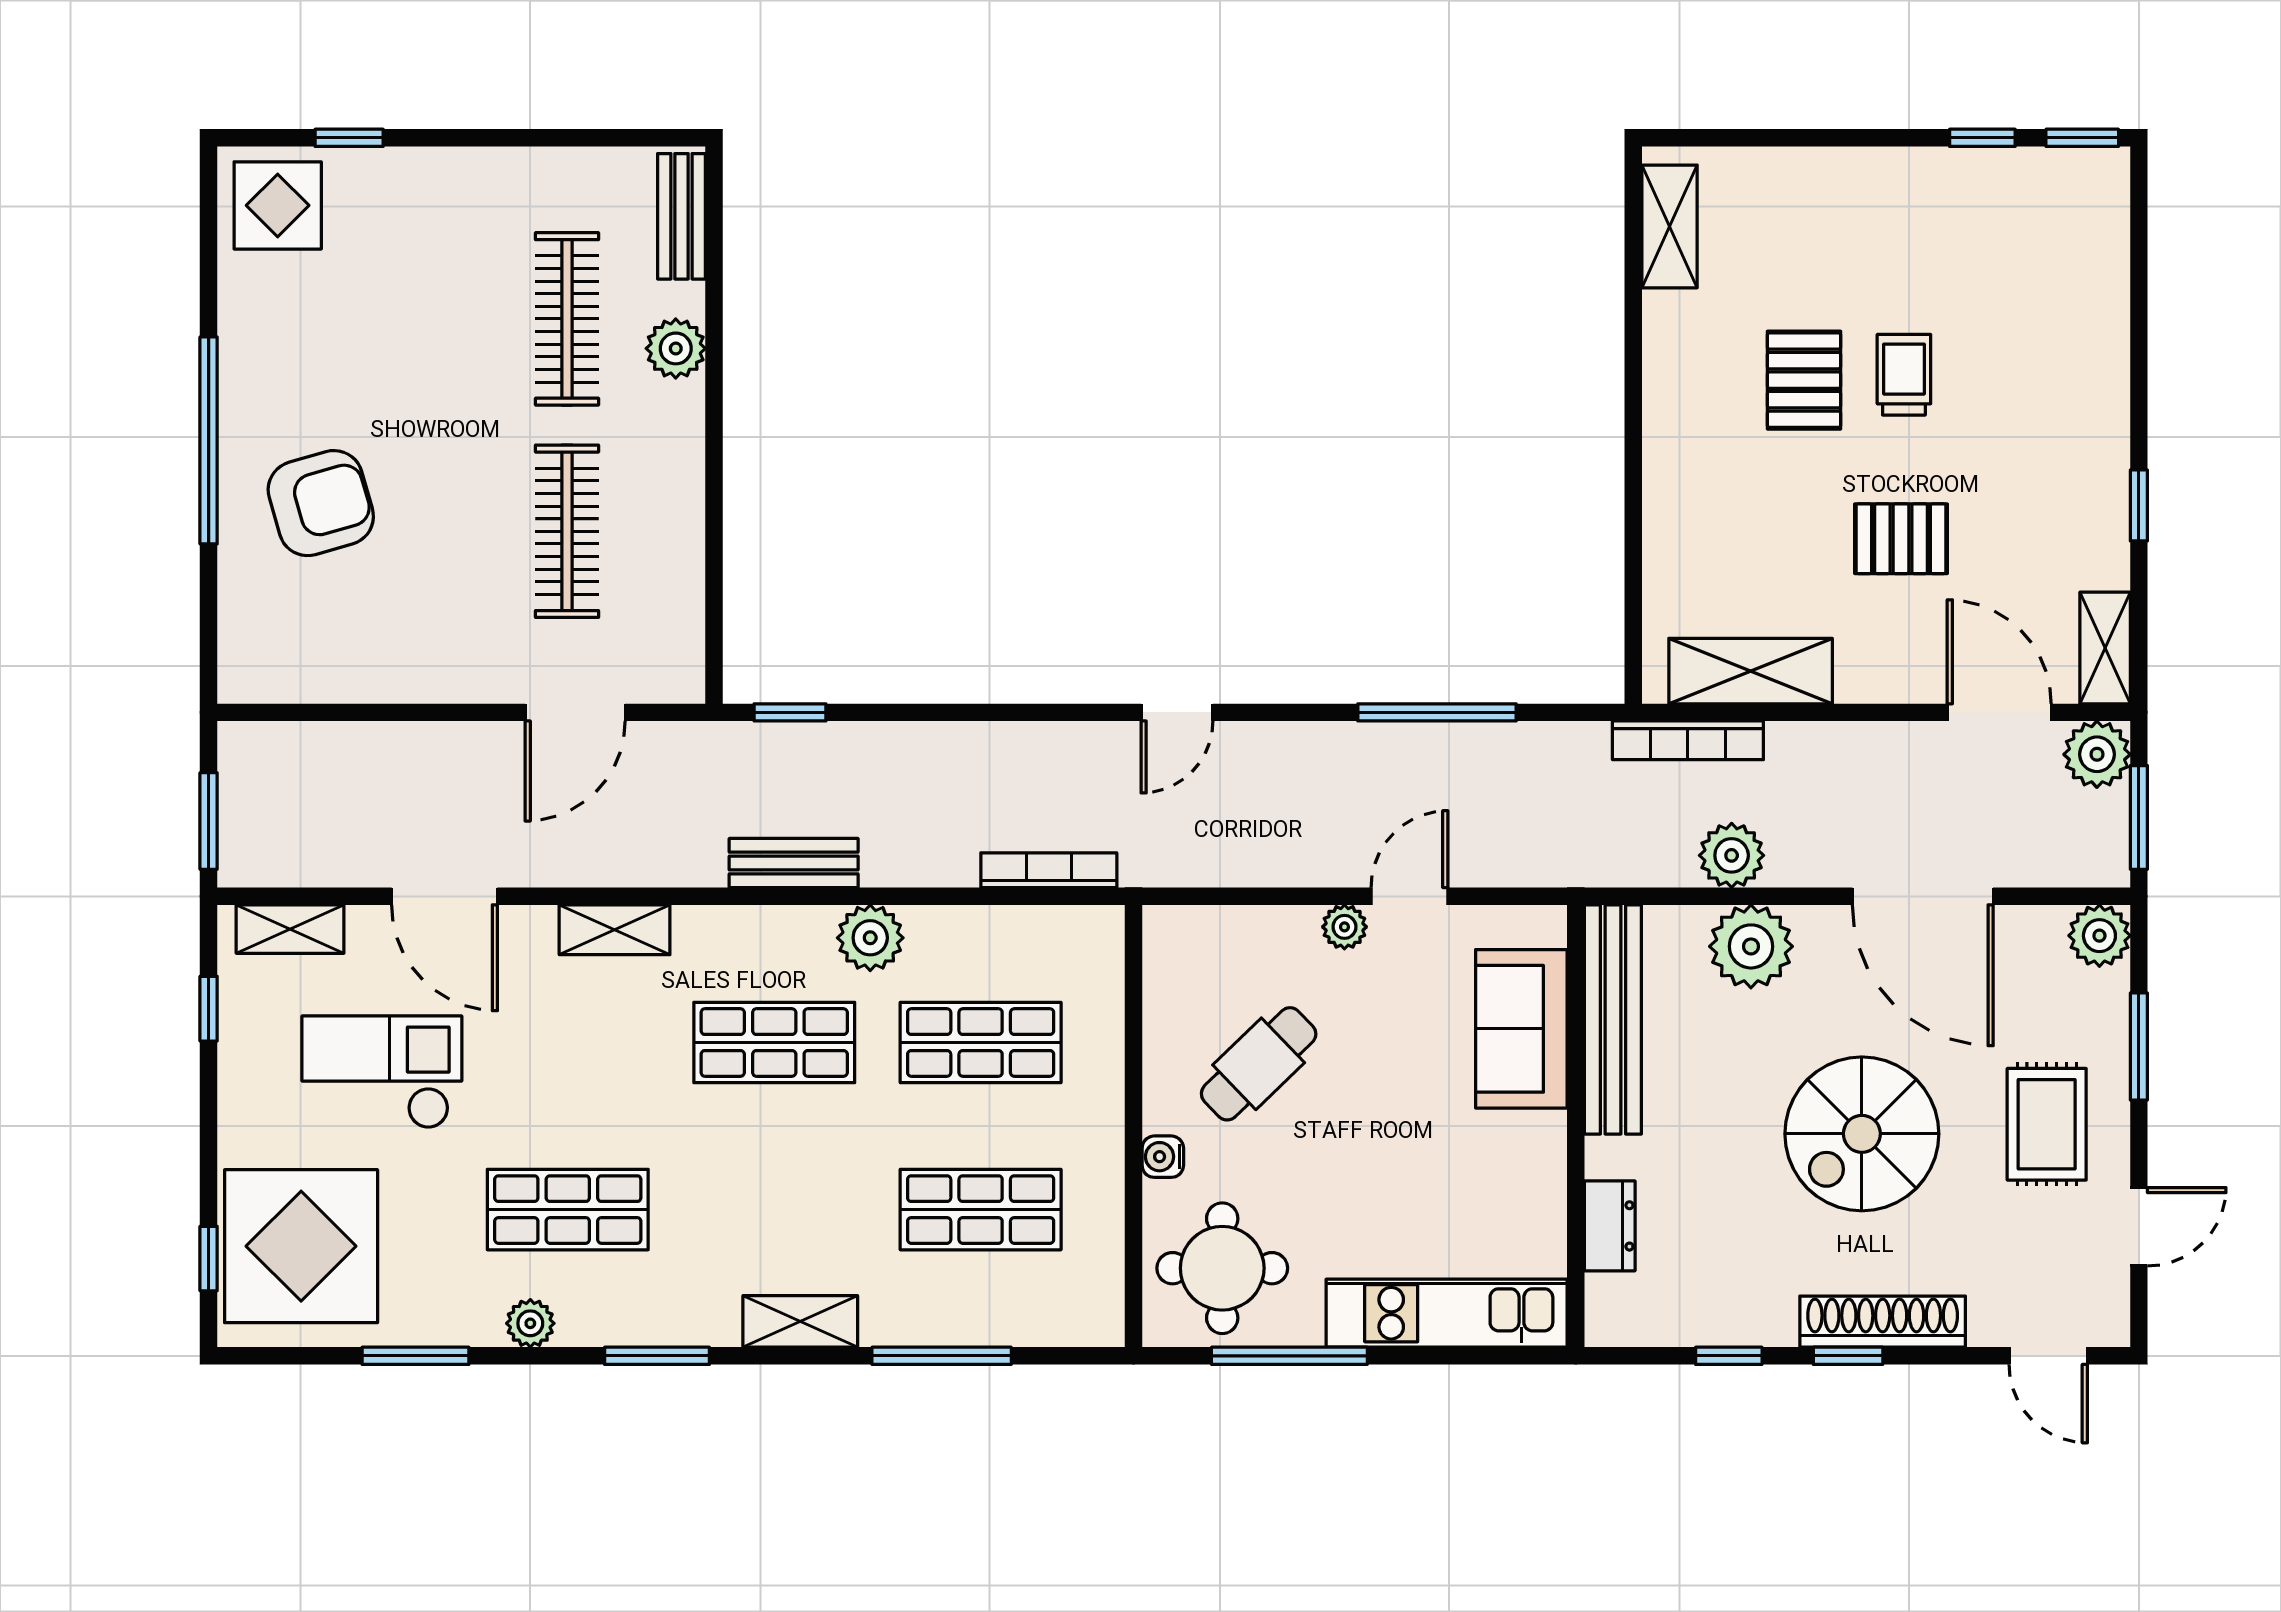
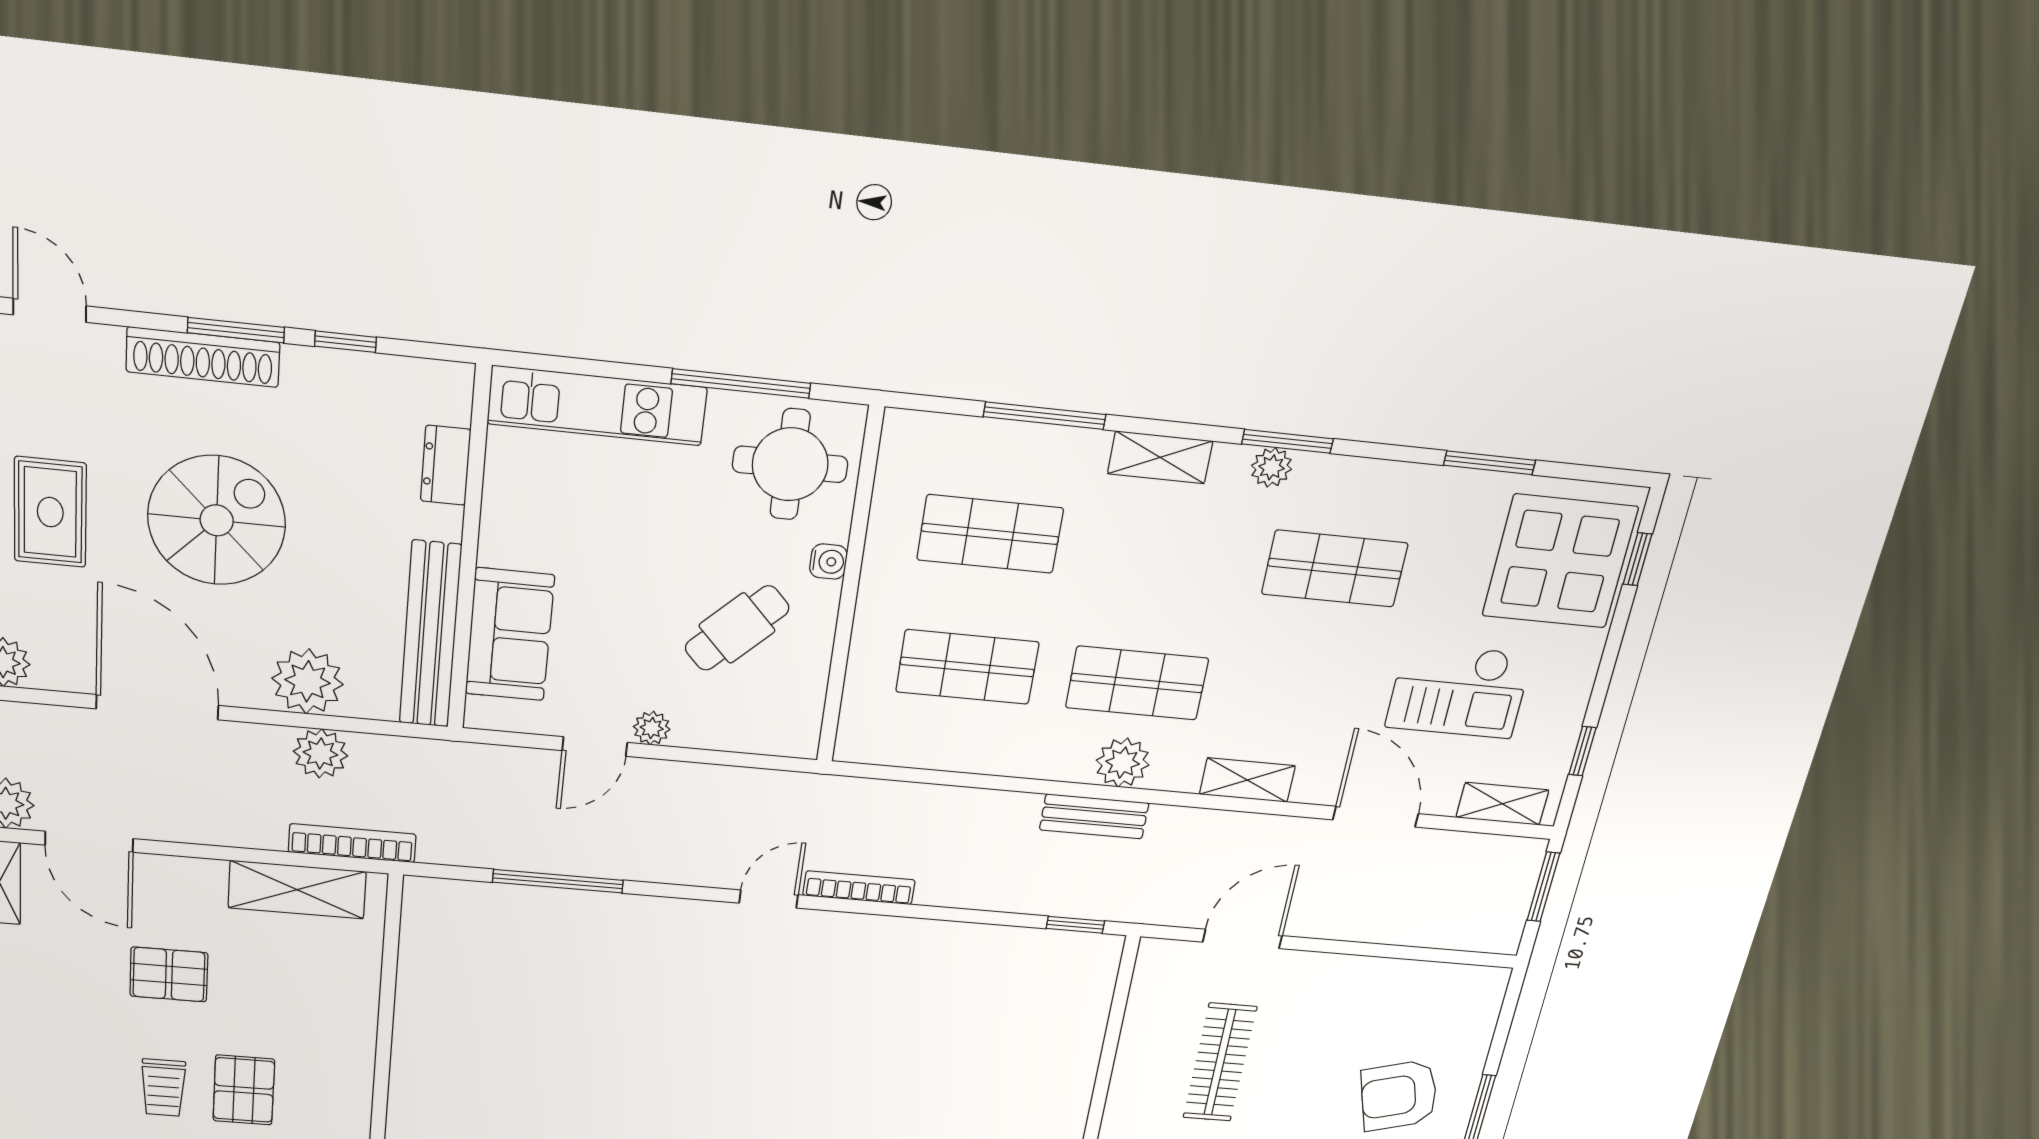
bookcase: (1049, 870) -> (859, 888), moved, turned 180
plant: (870, 938) -> (1123, 763), moved
plant: (530, 1323) -> (1272, 467), moved
window: (1848, 1356) -> (236, 330), width x1.50

